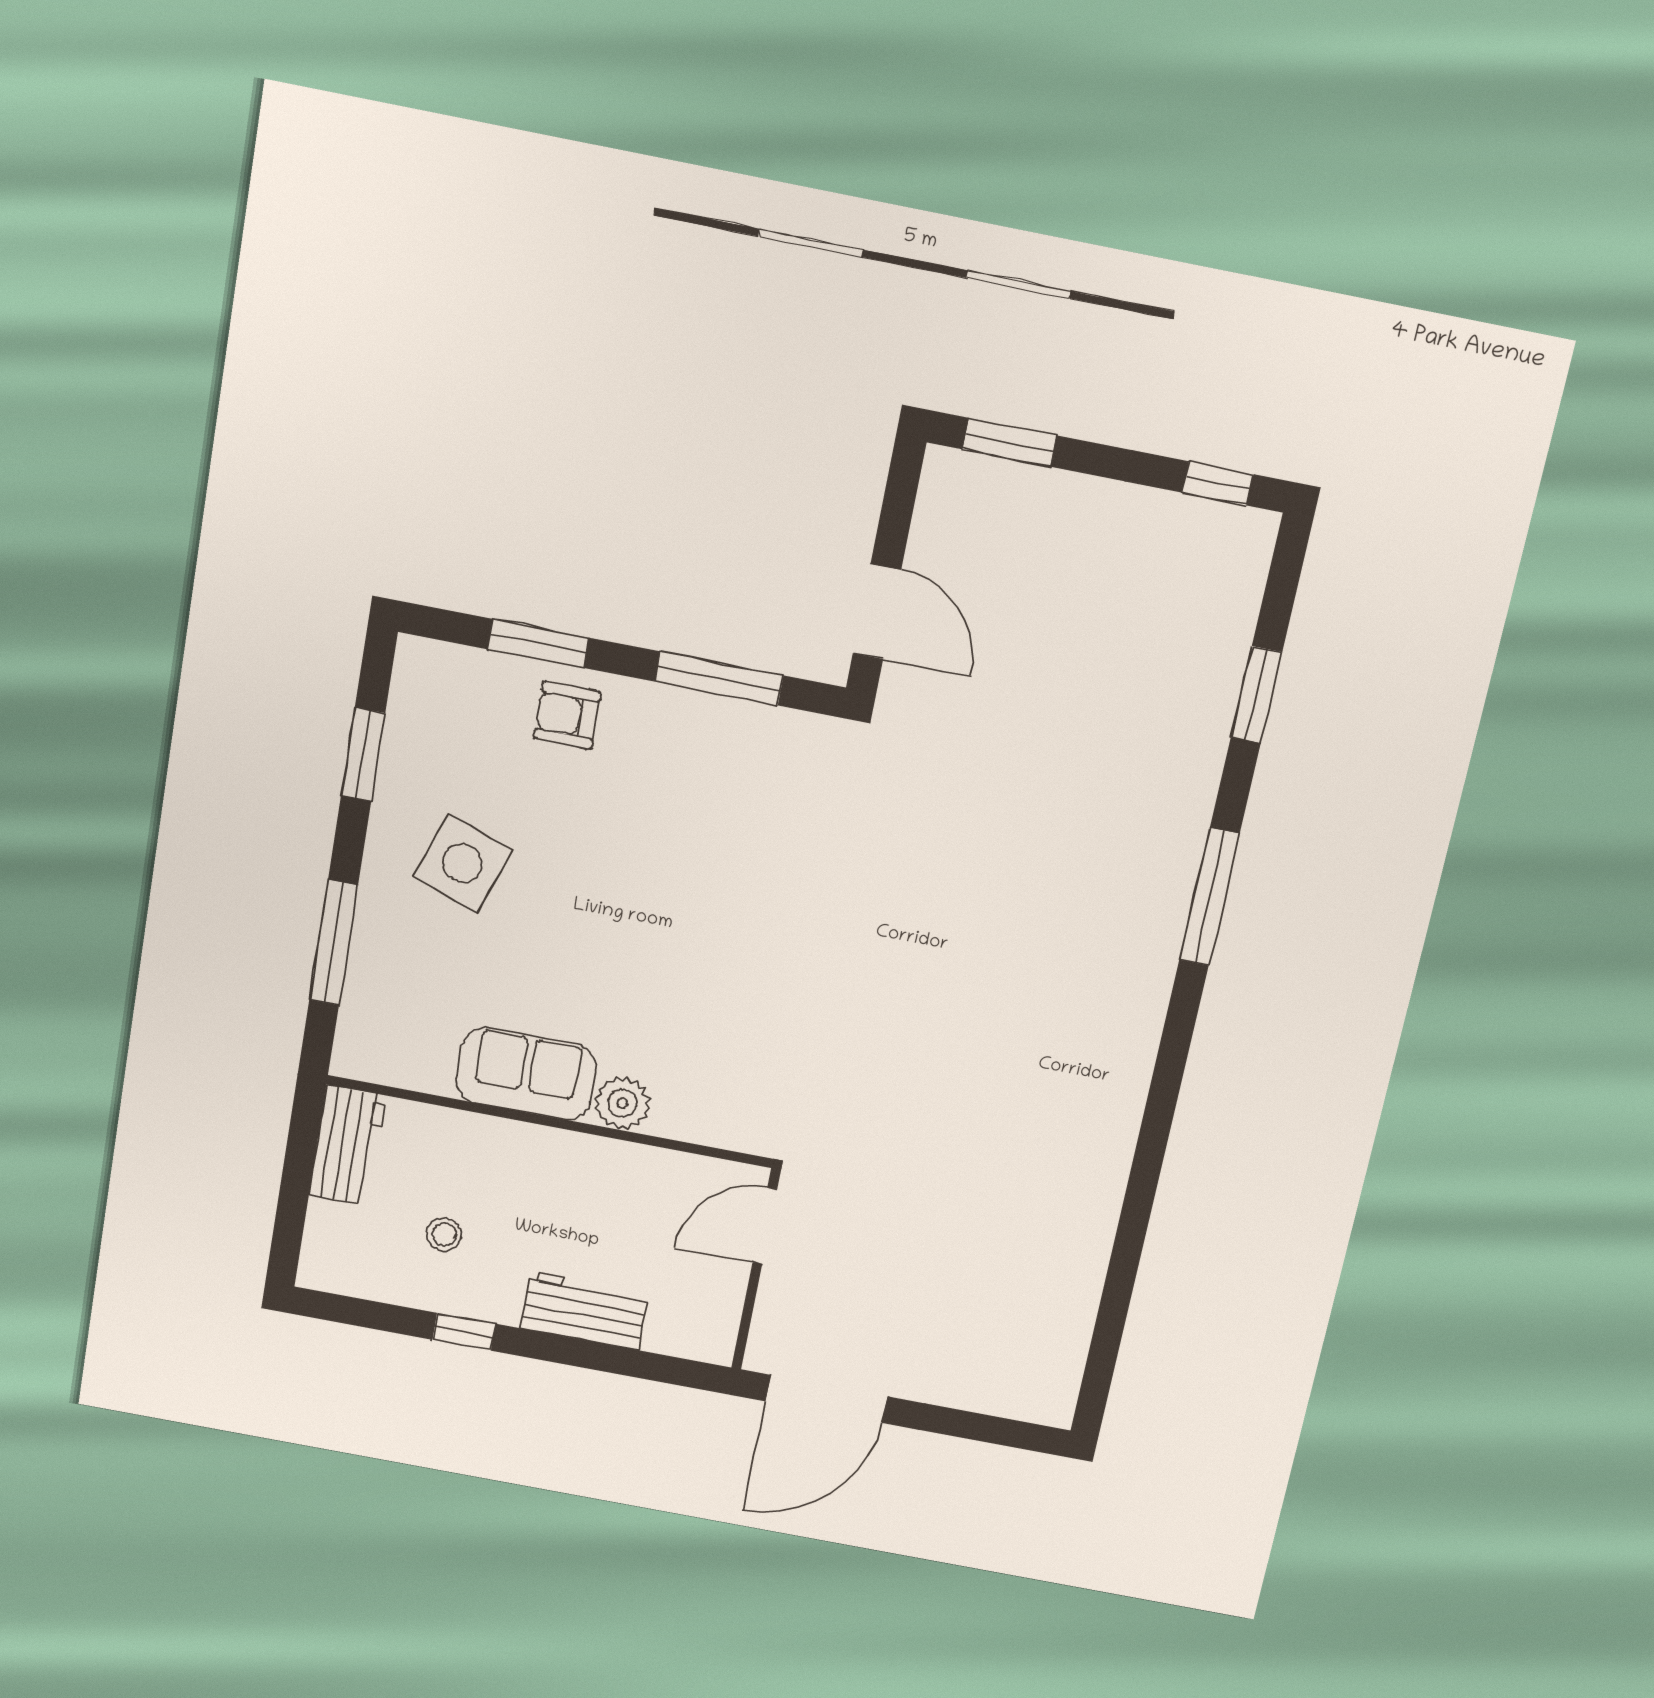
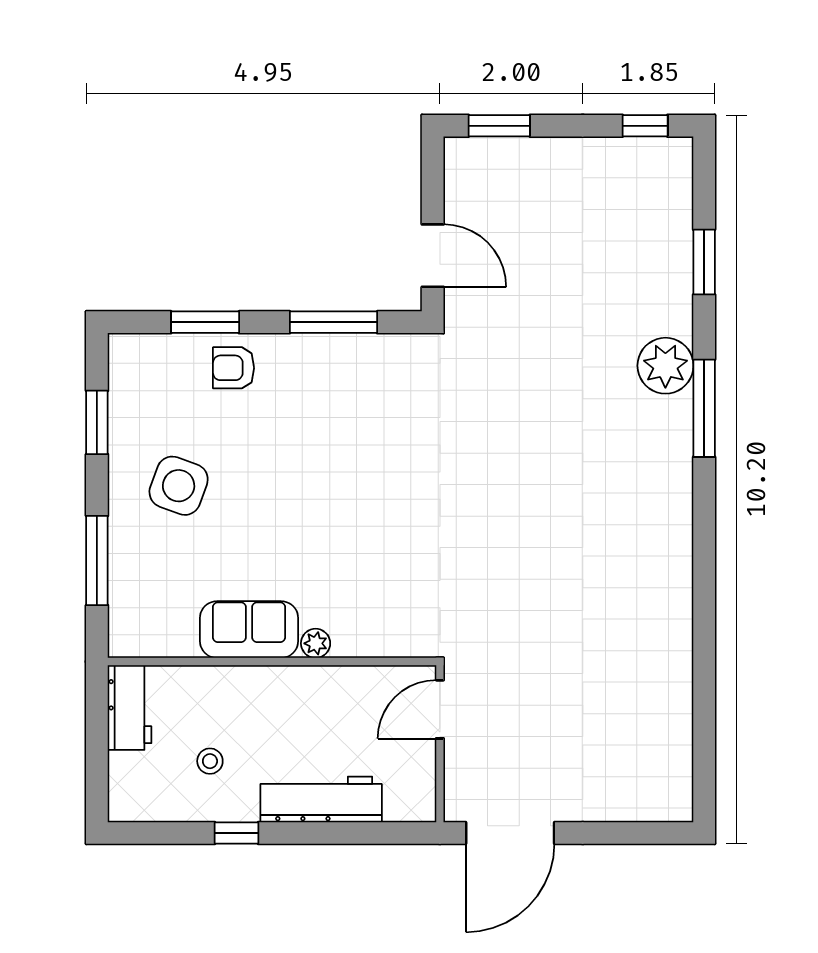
plant: (1169, 829) -> (665, 366), added
plant: (622, 1103) -> (316, 643), width x0.73, depth x0.73
workbench: (584, 1311) -> (321, 799), width x1.38

